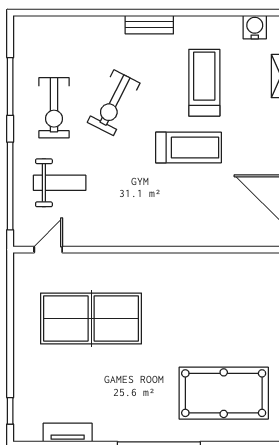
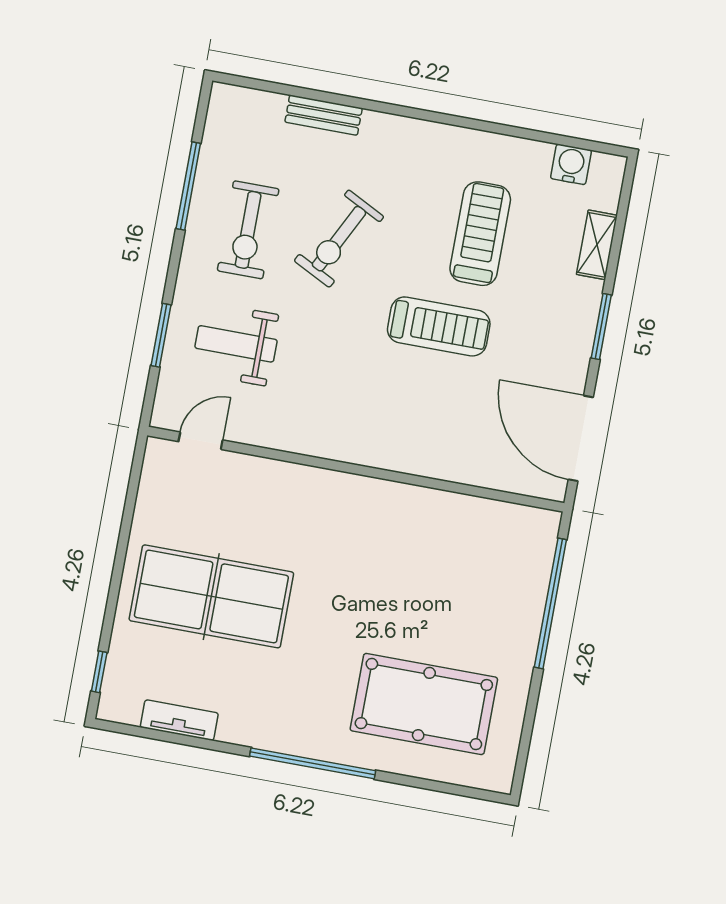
bench: (149, 25) -> (324, 115), moved
weight bench: (60, 183) -> (236, 344), turned 180
window: (10, 186) -> (161, 335), width x0.47
table tennis table: (91, 319) -> (211, 596), moved

